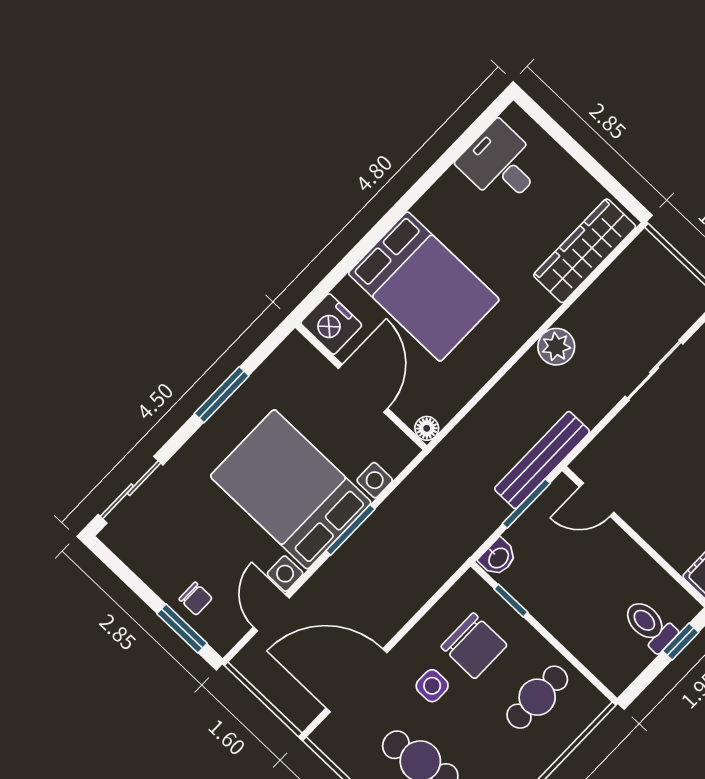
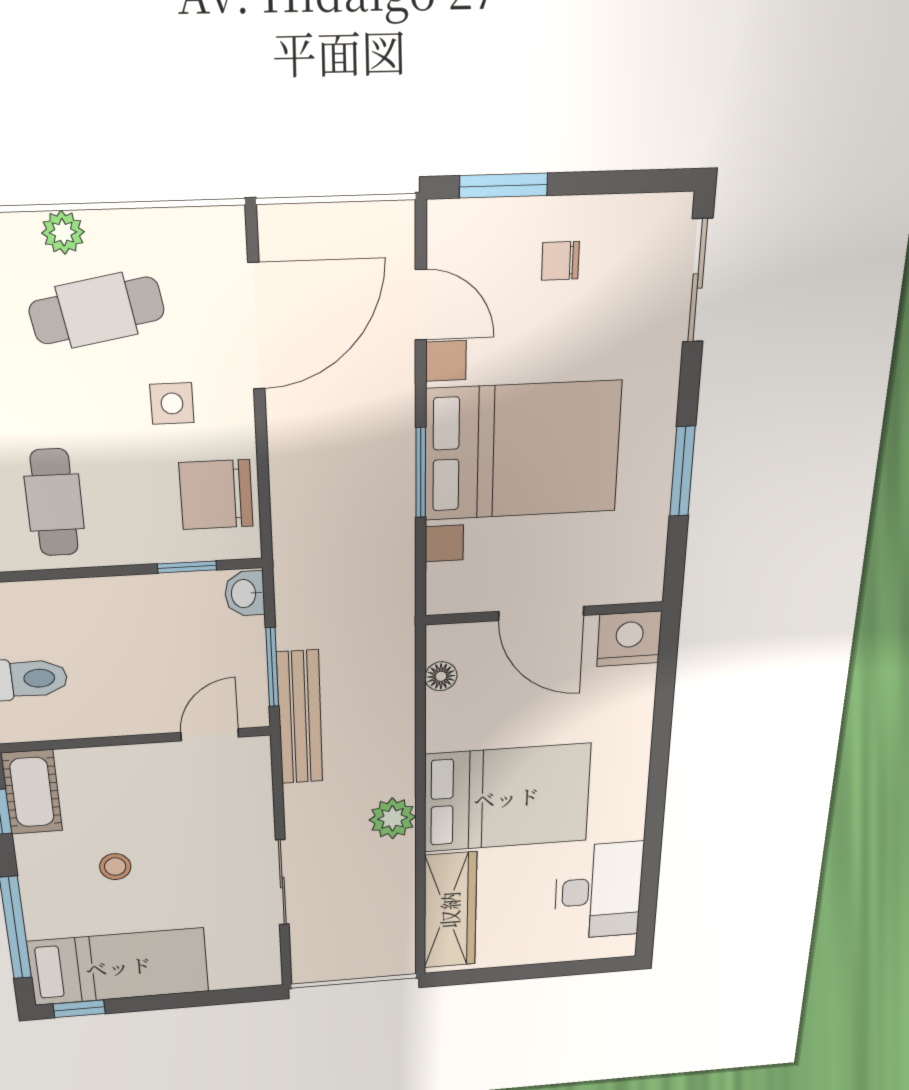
desk: (501, 164) -> (598, 891), width x1.37
bed: (424, 286) -> (507, 798), moved, turned 180
floor lamp: (427, 428) -> (441, 676), moved
chair: (196, 599) -> (560, 261), moved
chair: (474, 646) -> (216, 495), moved

